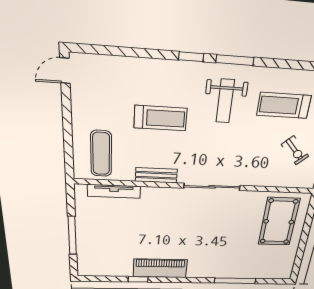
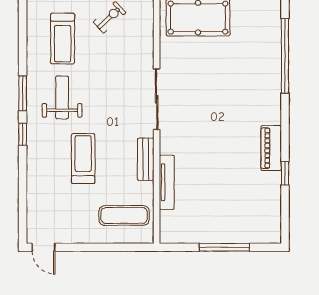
weight bench: (225, 101) -> (62, 97), turned -90
tv unit: (114, 191) -> (167, 182), moved
piano: (160, 268) -> (271, 148), width x0.73, depth x0.75
window: (235, 281) -> (285, 56), width x1.46

